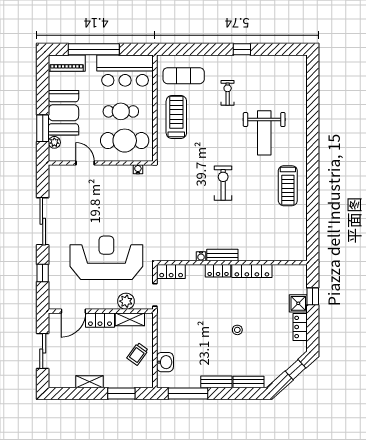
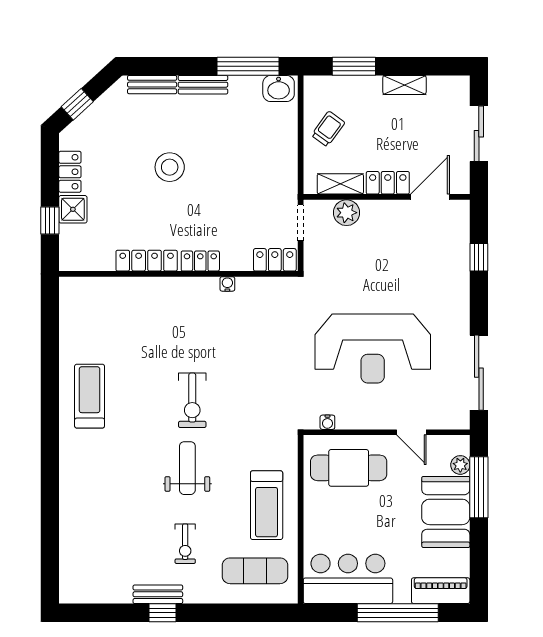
cafe table: (121, 111) -> (355, 514), removed
window: (43, 128) -> (479, 487), width x1.44
weight bench: (264, 133) -> (187, 468), moved, width x0.73, depth x0.75
sliding door: (43, 221) -> (479, 373), moved
bench: (222, 255) -> (158, 594), moved
reception desk: (106, 258) -> (373, 348), moved
stool: (237, 330) -> (170, 167), width x1.89, depth x1.89
washbasin: (165, 362) -> (279, 88), moved, turned -90

